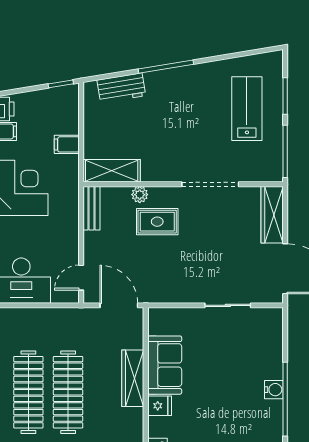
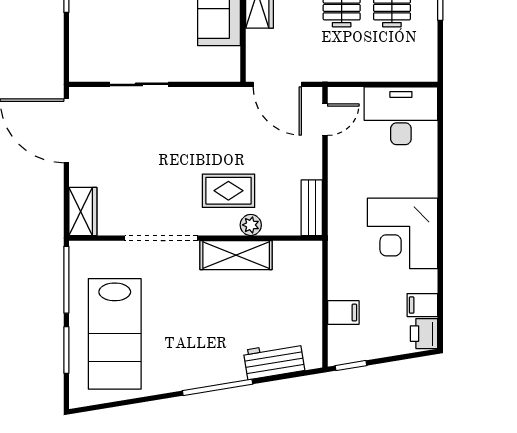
lab bench: (247, 109) -> (115, 334), width x1.36, depth x1.39
filing cabinet: (67, 144) -> (343, 313), moved
shelving: (112, 171) -> (236, 255), moved
wardrobe: (272, 215) -> (83, 211), width x0.67

